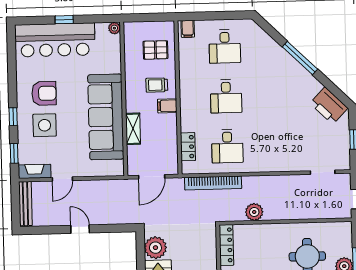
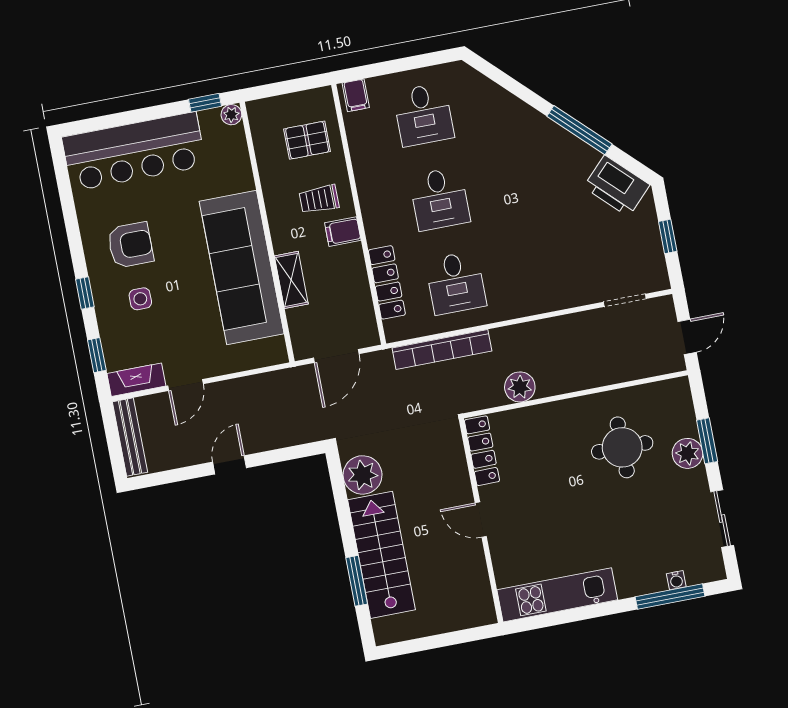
window: (64, 20) -> (205, 103), moved
window: (300, 58) -> (579, 130), moved
side table: (45, 125) -> (140, 299), width x0.54, depth x0.54
locker: (188, 147) -> (387, 282), width x1.53
door: (80, 229) -> (230, 465), hinge flipped

